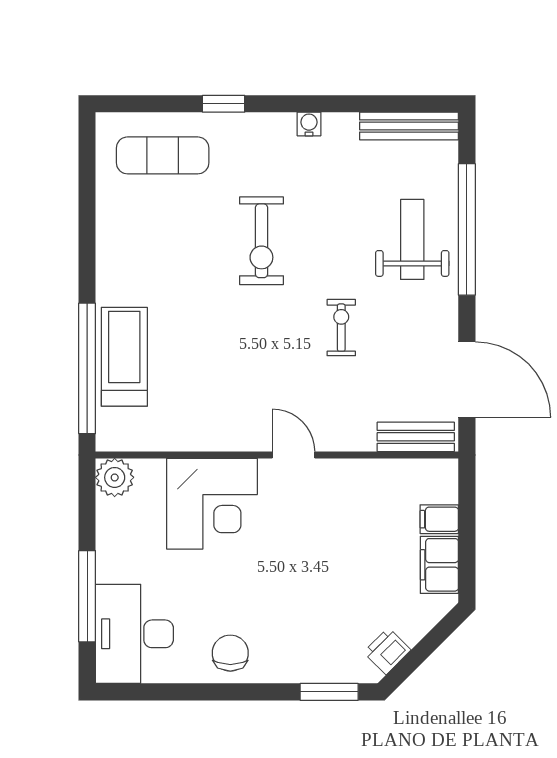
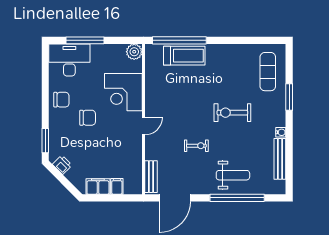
window: (224, 104) -> (289, 97), width x1.50
bench: (409, 126) -> (280, 159), moved
chair: (274, 590) -> (88, 118), added

